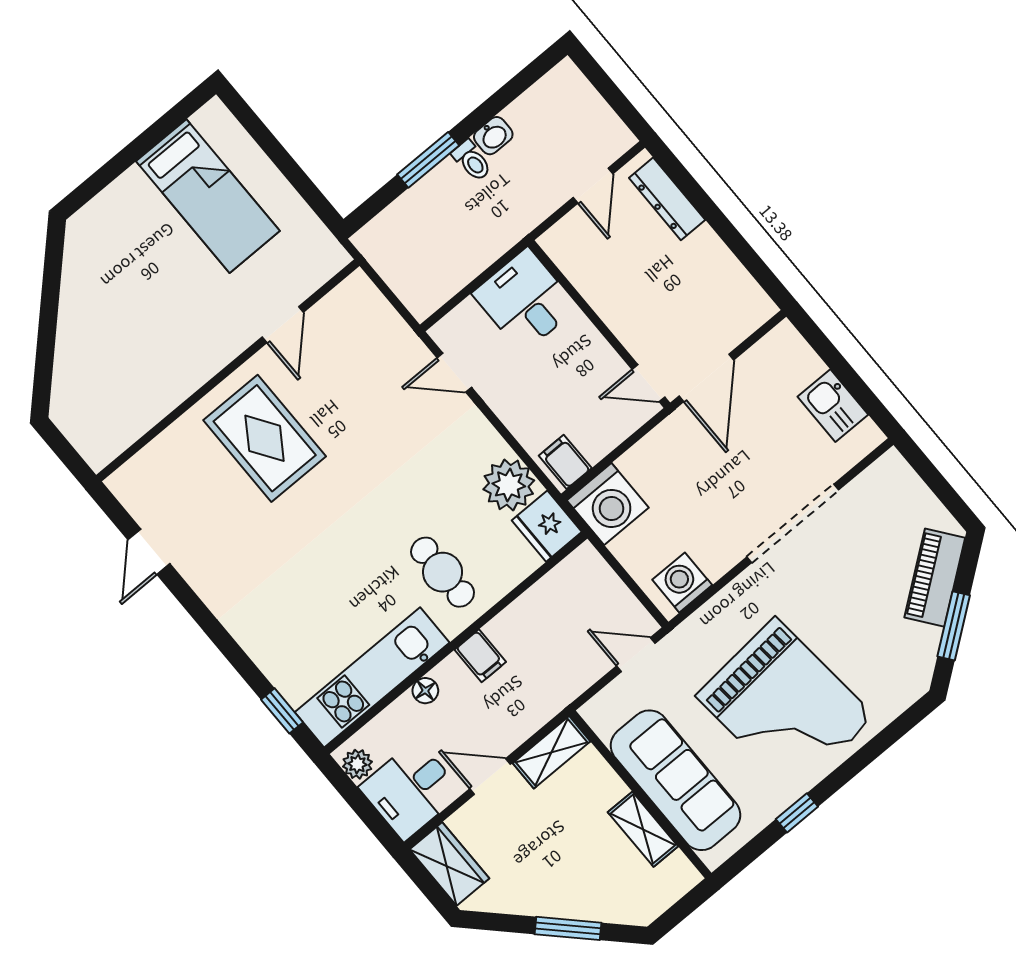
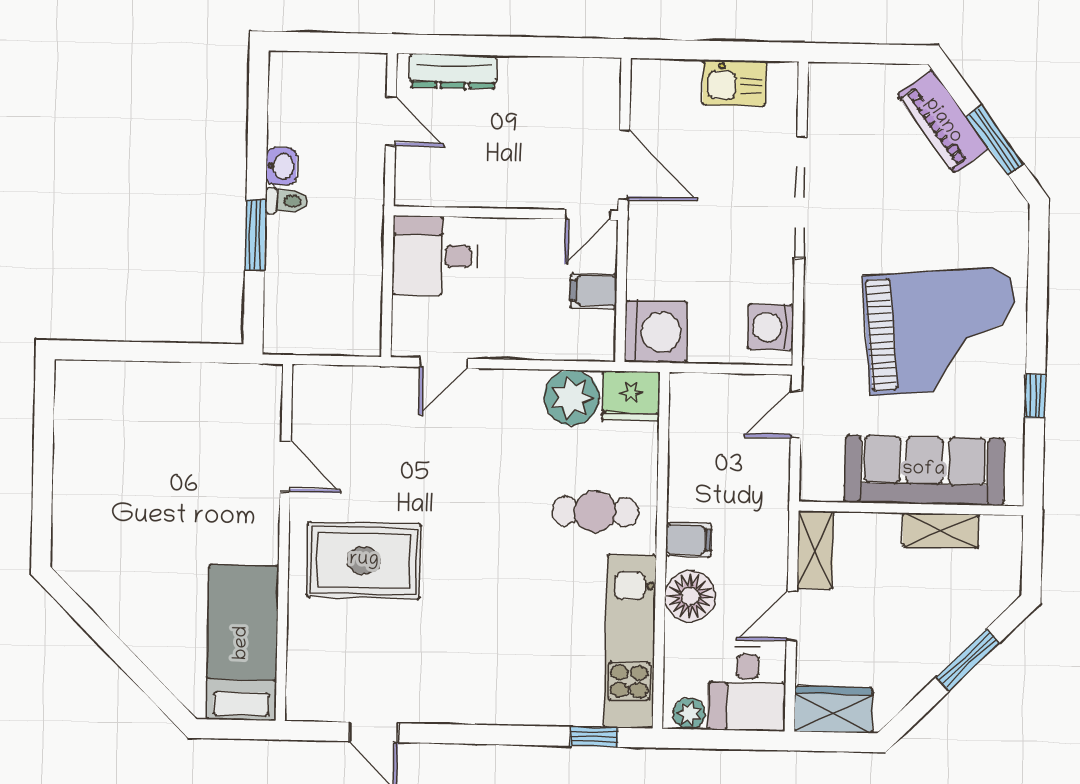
bed: (208, 196) -> (242, 643), moved, turned -90
filing cabinet: (565, 462) -> (594, 291), moved
floor lamp: (425, 691) -> (690, 596), width x1.89, depth x1.89

